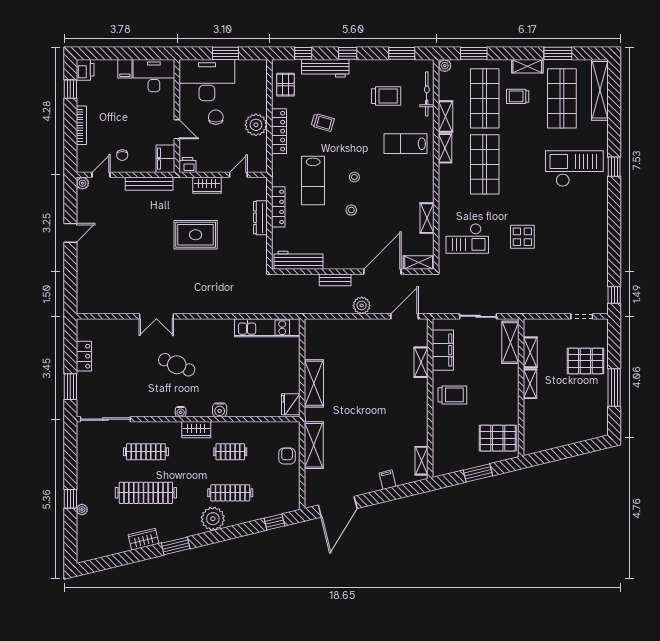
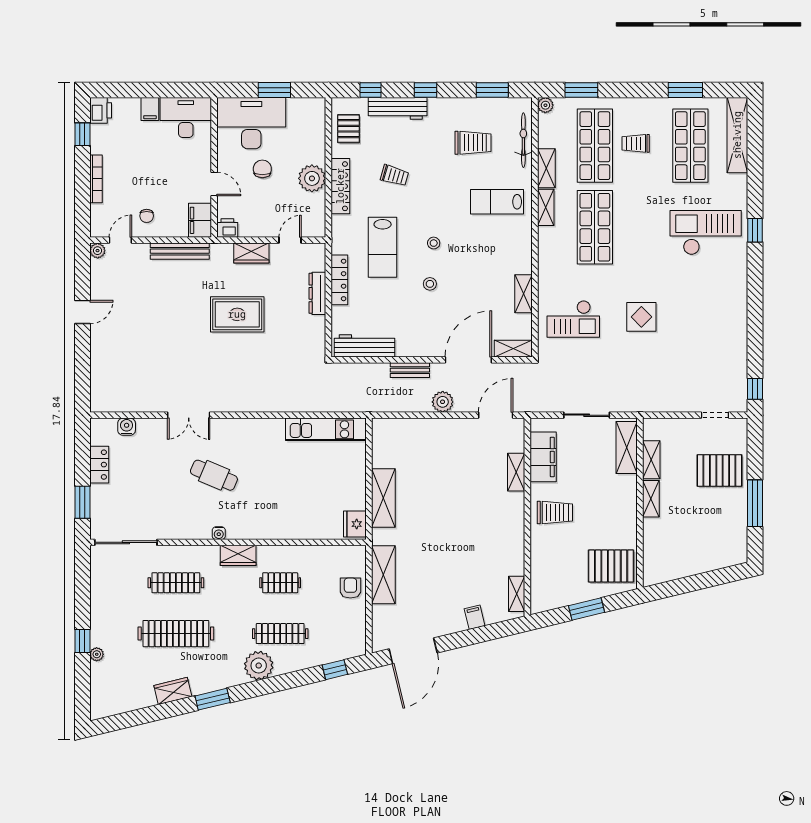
shelving: (527, 66) -> (648, 106), removed
water cooler: (220, 410) -> (127, 427), moved, turned 180

